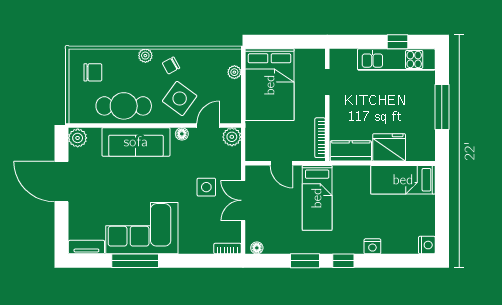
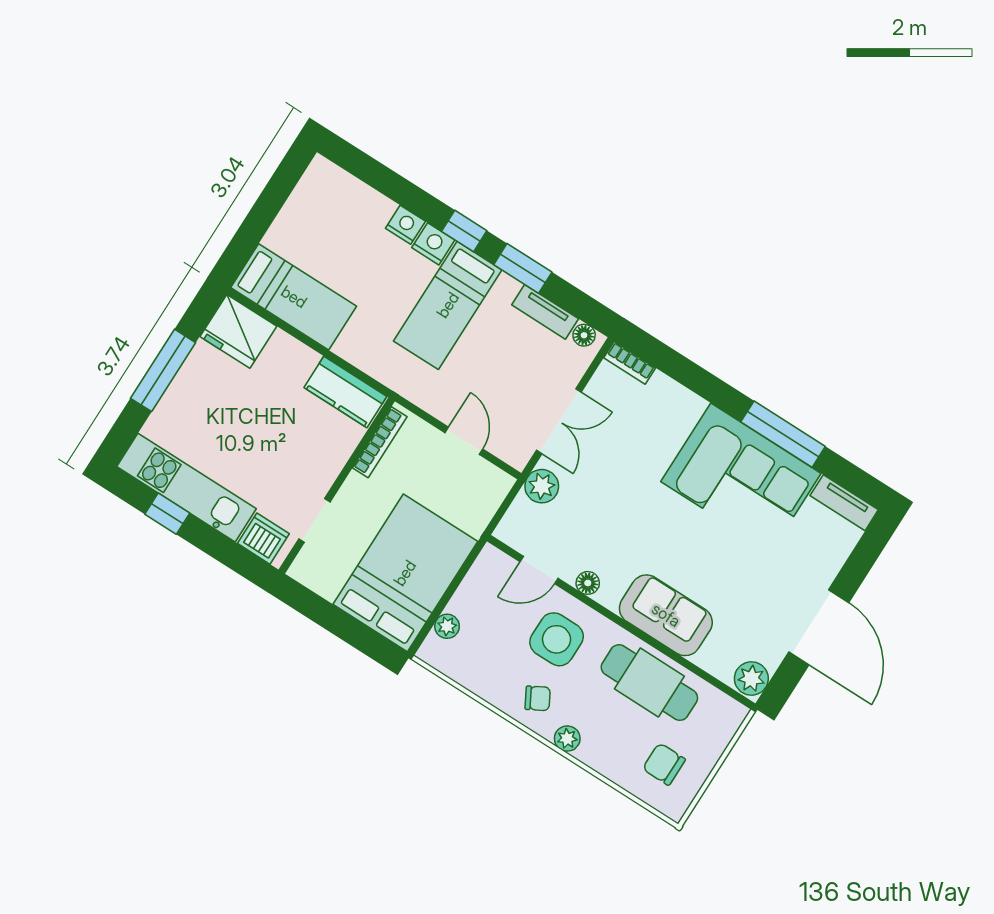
dishwasher: (346, 59) -> (263, 539), added
side table: (180, 98) -> (557, 639), turned -36
plant: (232, 137) -> (542, 486), moved
sofa: (136, 142) -> (666, 615), width x0.73
fridge: (389, 147) -> (238, 331), moved
side table: (206, 187) -> (602, 478), removed
bed: (317, 198) -> (448, 305), moved, turned 180
nightstand: (427, 245) -> (433, 244), moved, turned 90
tv unit: (282, 247) -> (545, 312), added

